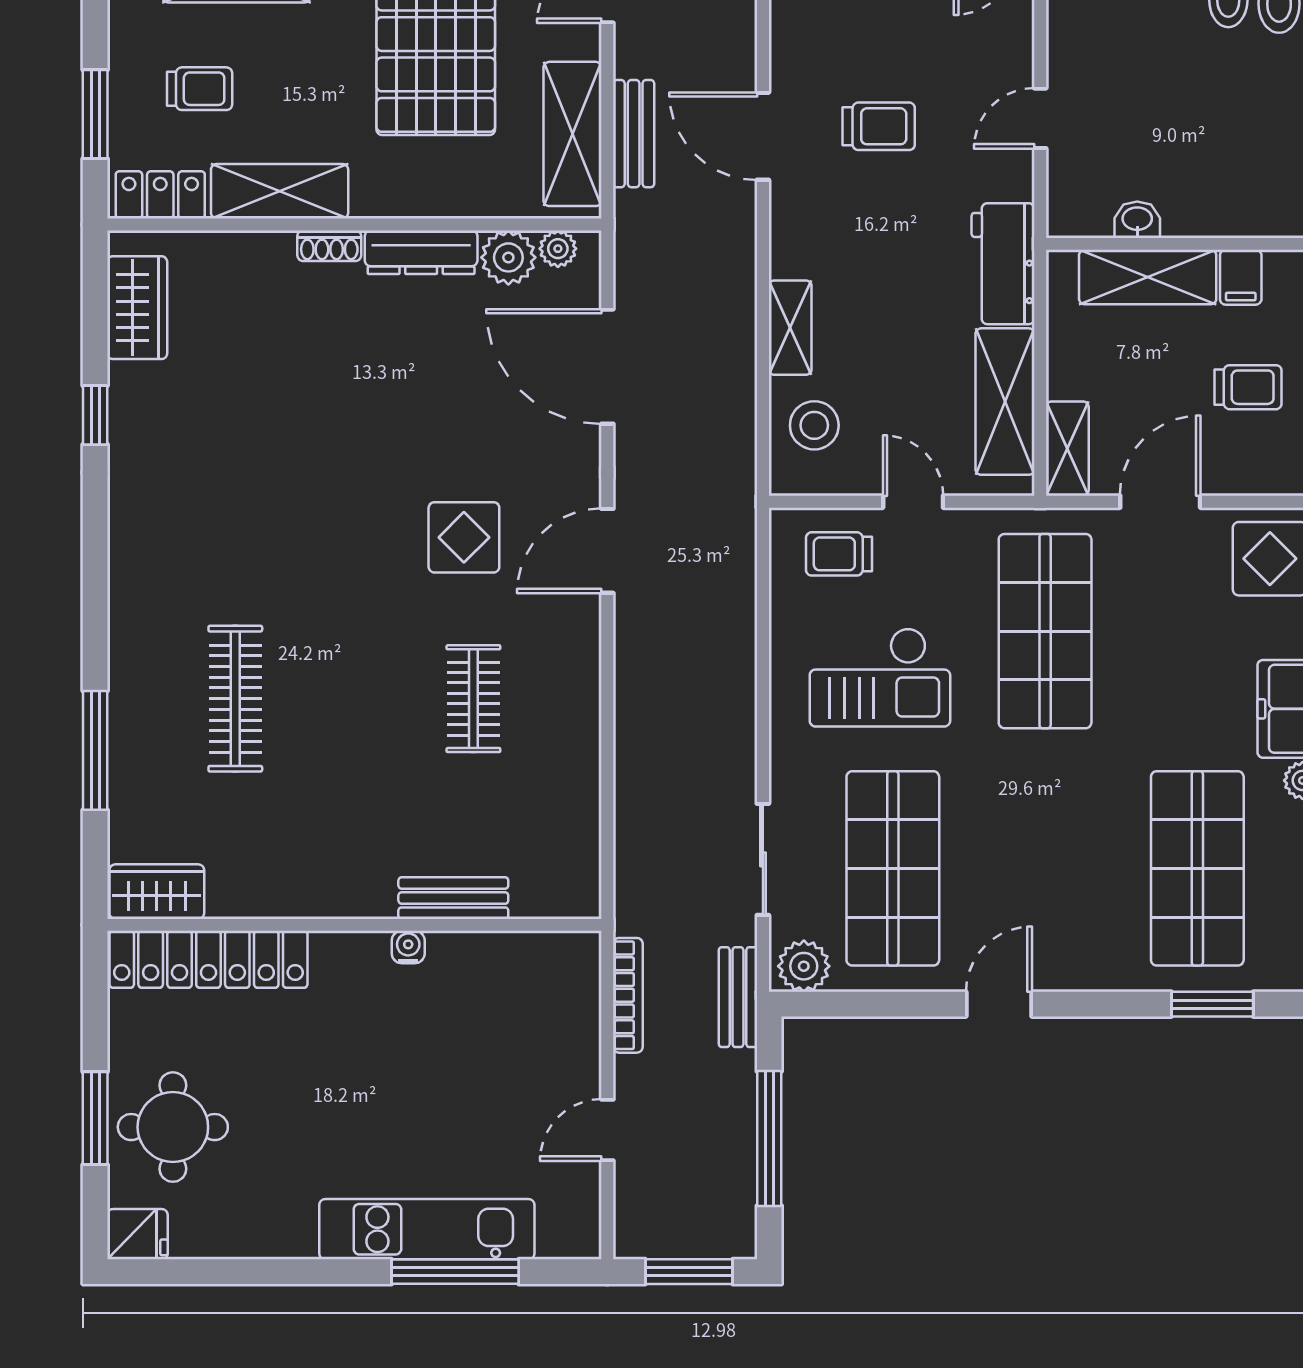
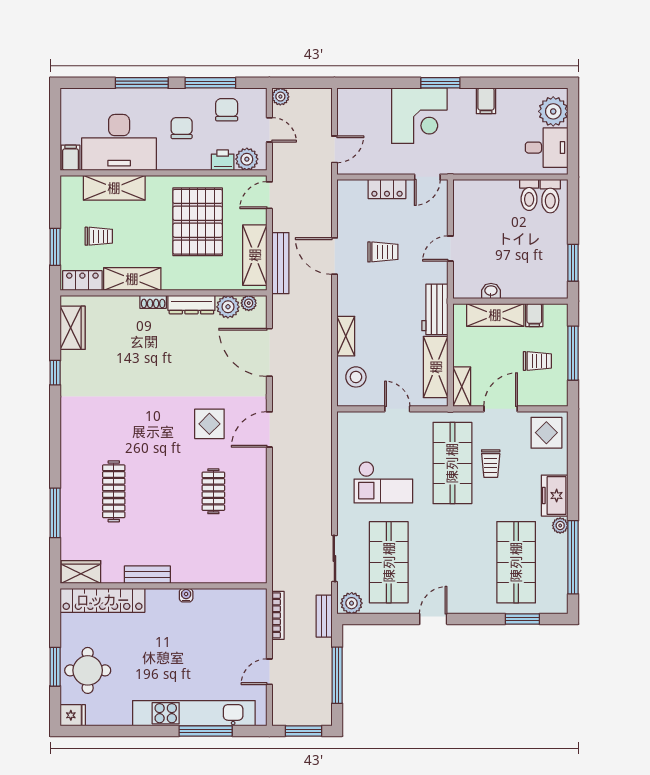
bench: (634, 134) -> (280, 263), width x1.36
trolley: (839, 554) -> (491, 464), moved, turned -90
bench: (453, 898) -> (147, 575), moved
kitchen unit: (427, 1229) -> (194, 713), width x1.36

